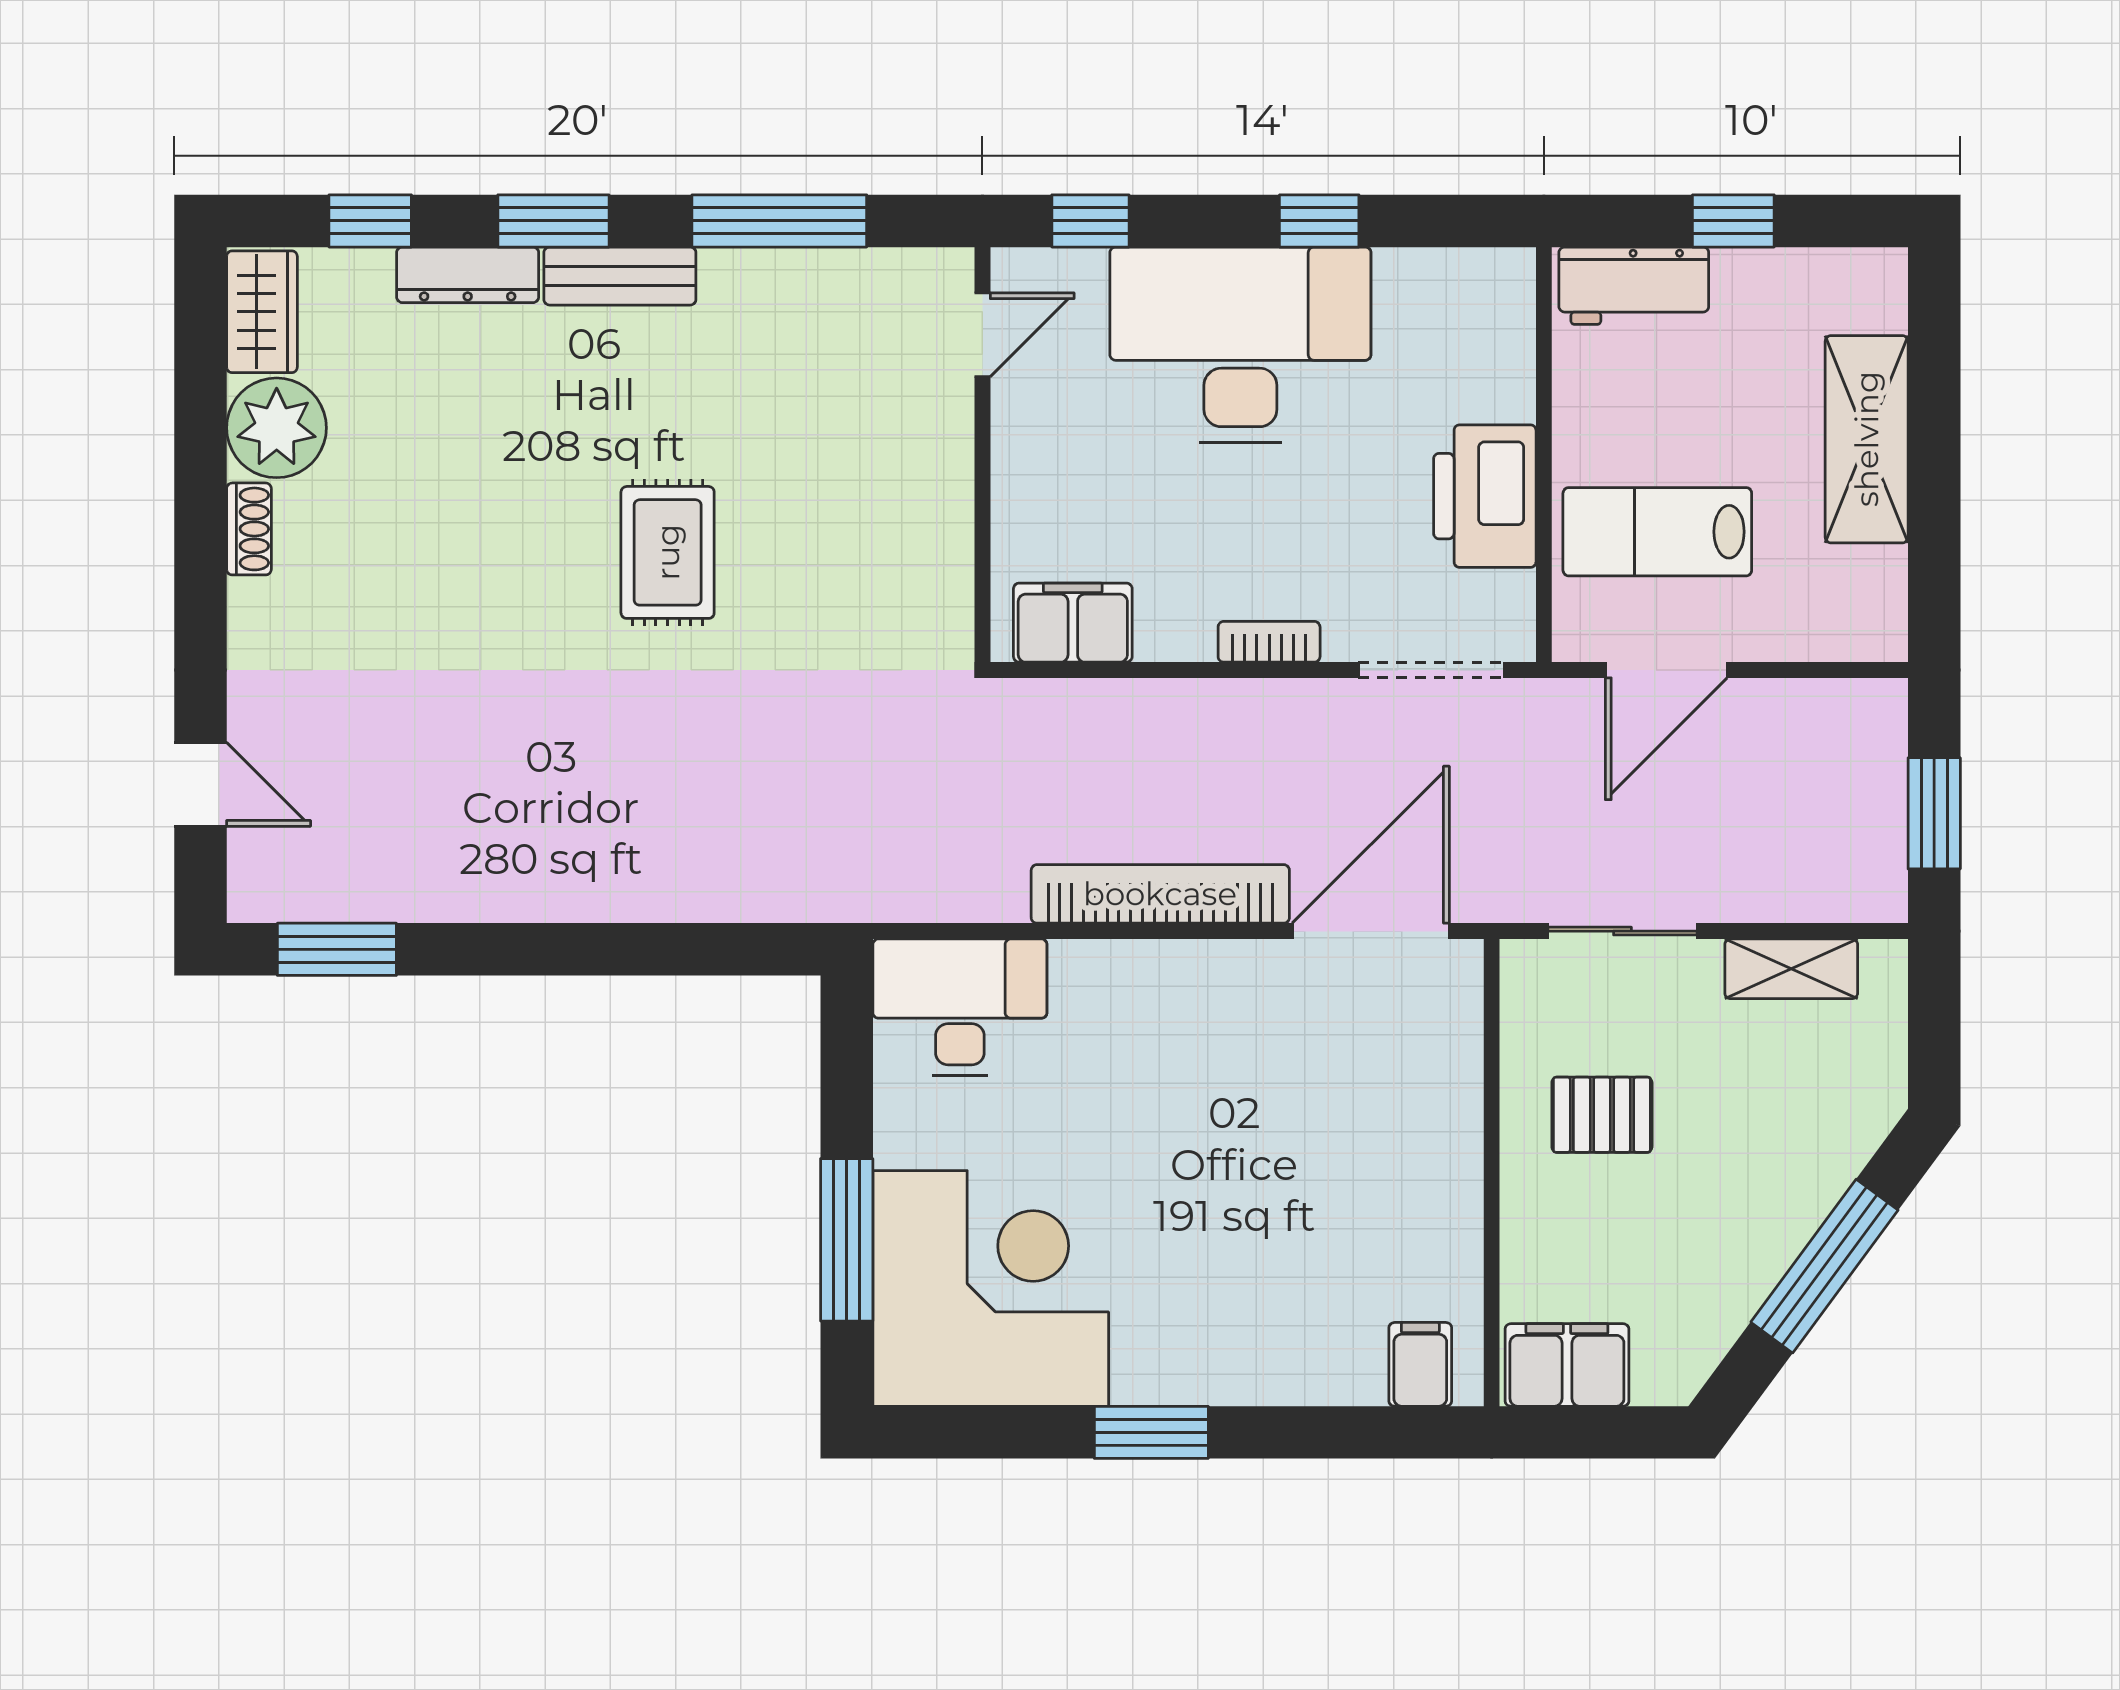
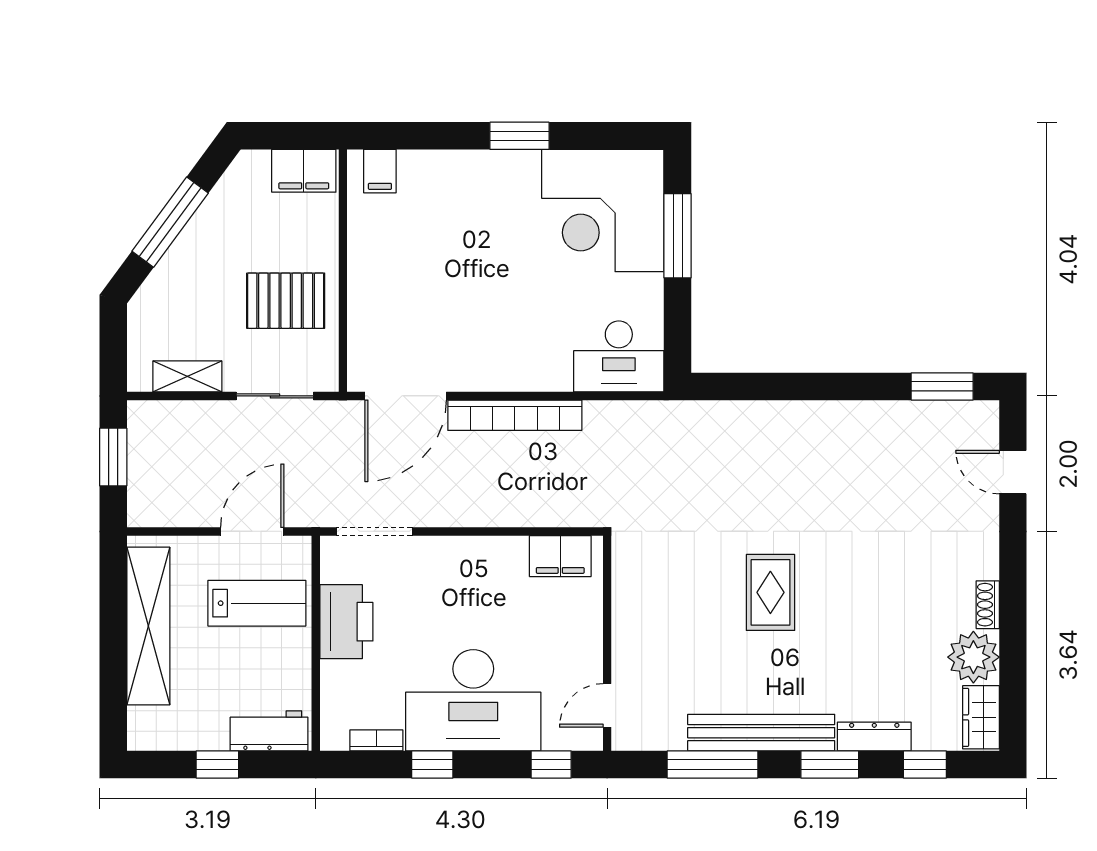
bench: (620, 276) -> (761, 733), width x1.86, depth x1.21
shelving: (1867, 439) -> (148, 626), width x1.47
bookcase: (1269, 642) -> (376, 740), moved, turned 180
pallet: (1602, 1115) -> (286, 301), width x1.50, depth x1.42

